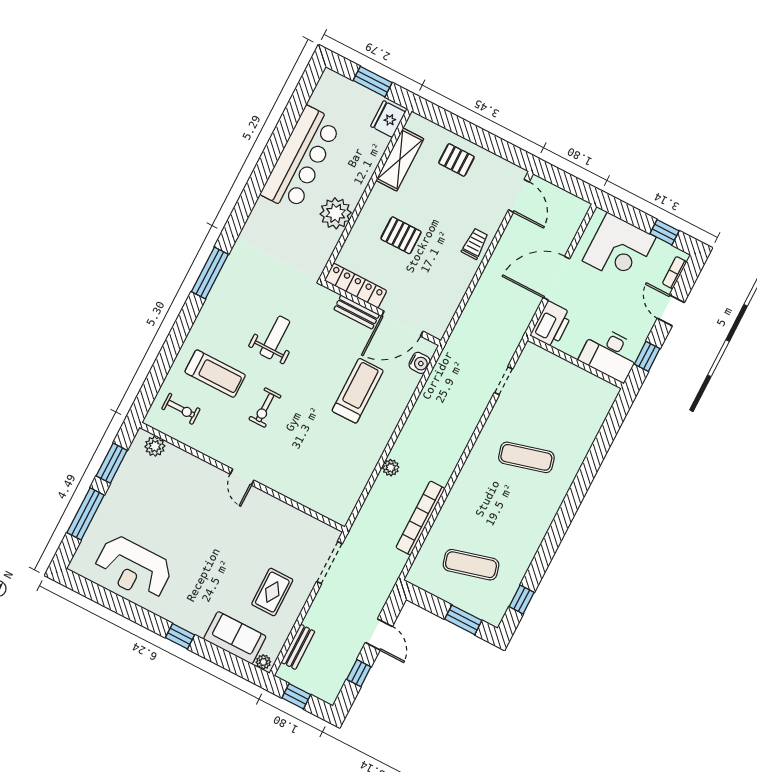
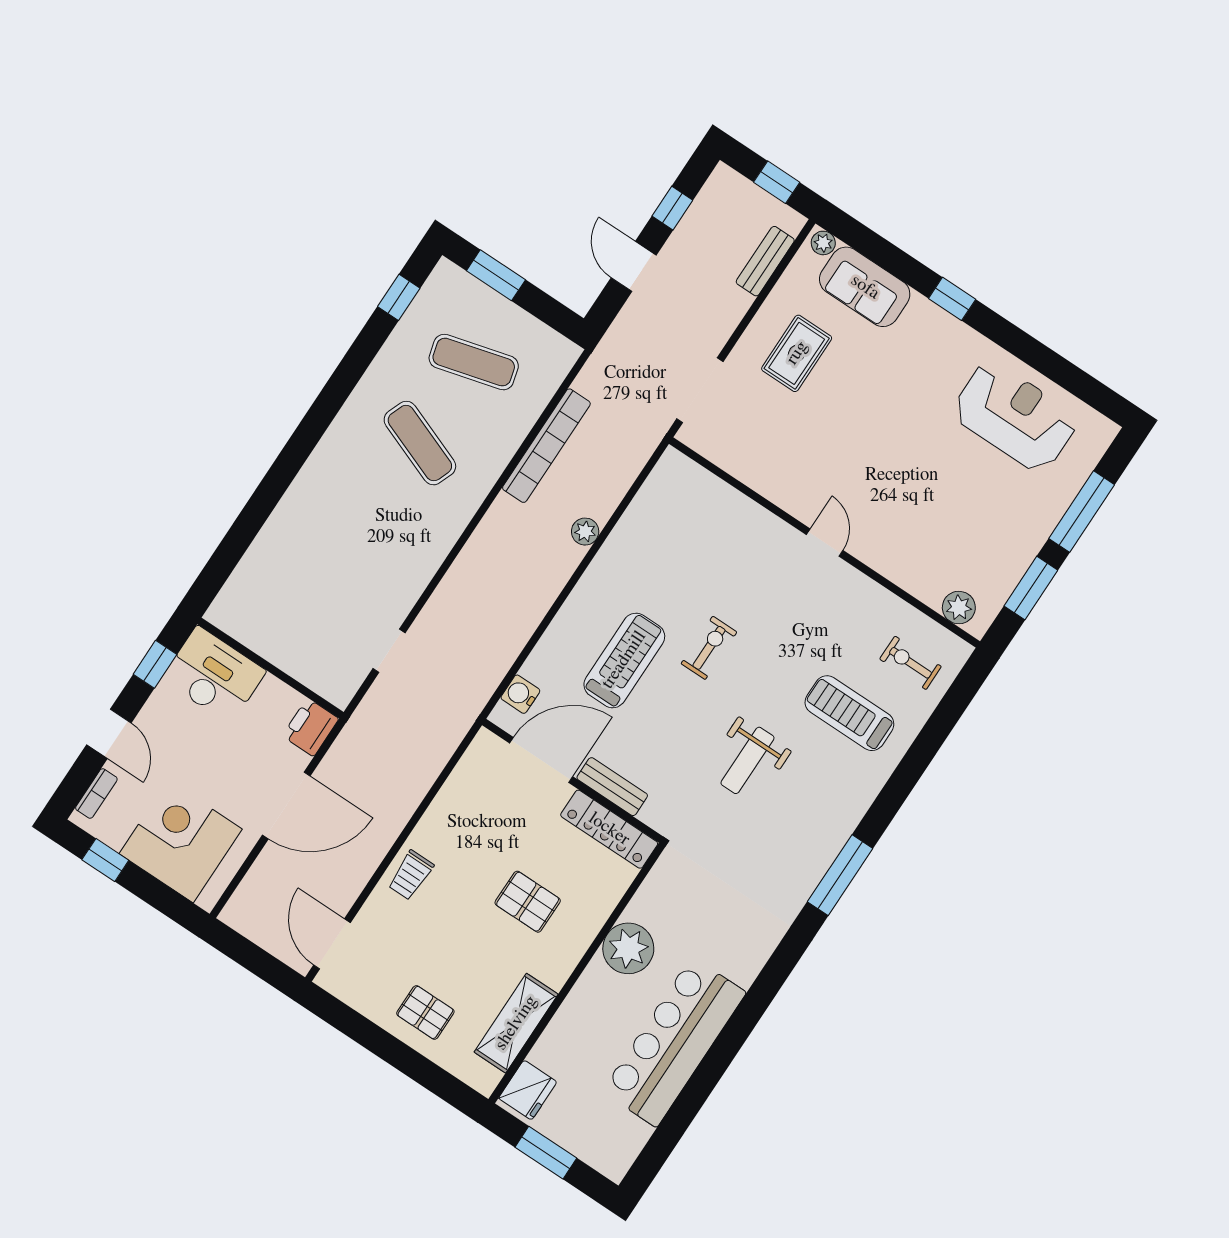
printer: (551, 324) -> (311, 727), width x0.73, depth x0.84
treadmill: (358, 391) -> (624, 660), turned 180
exercise bike: (265, 408) -> (709, 648), moved
exercise mat: (526, 457) -> (420, 443), moved, turned 36

